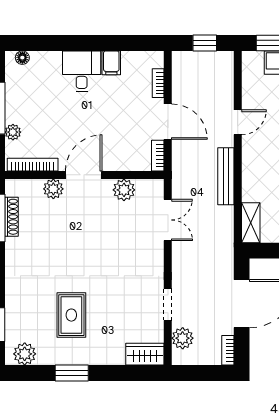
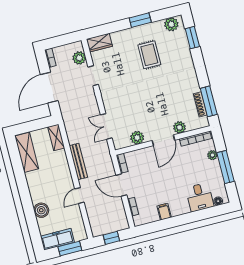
desk: (82, 71) -> (200, 197), moved

